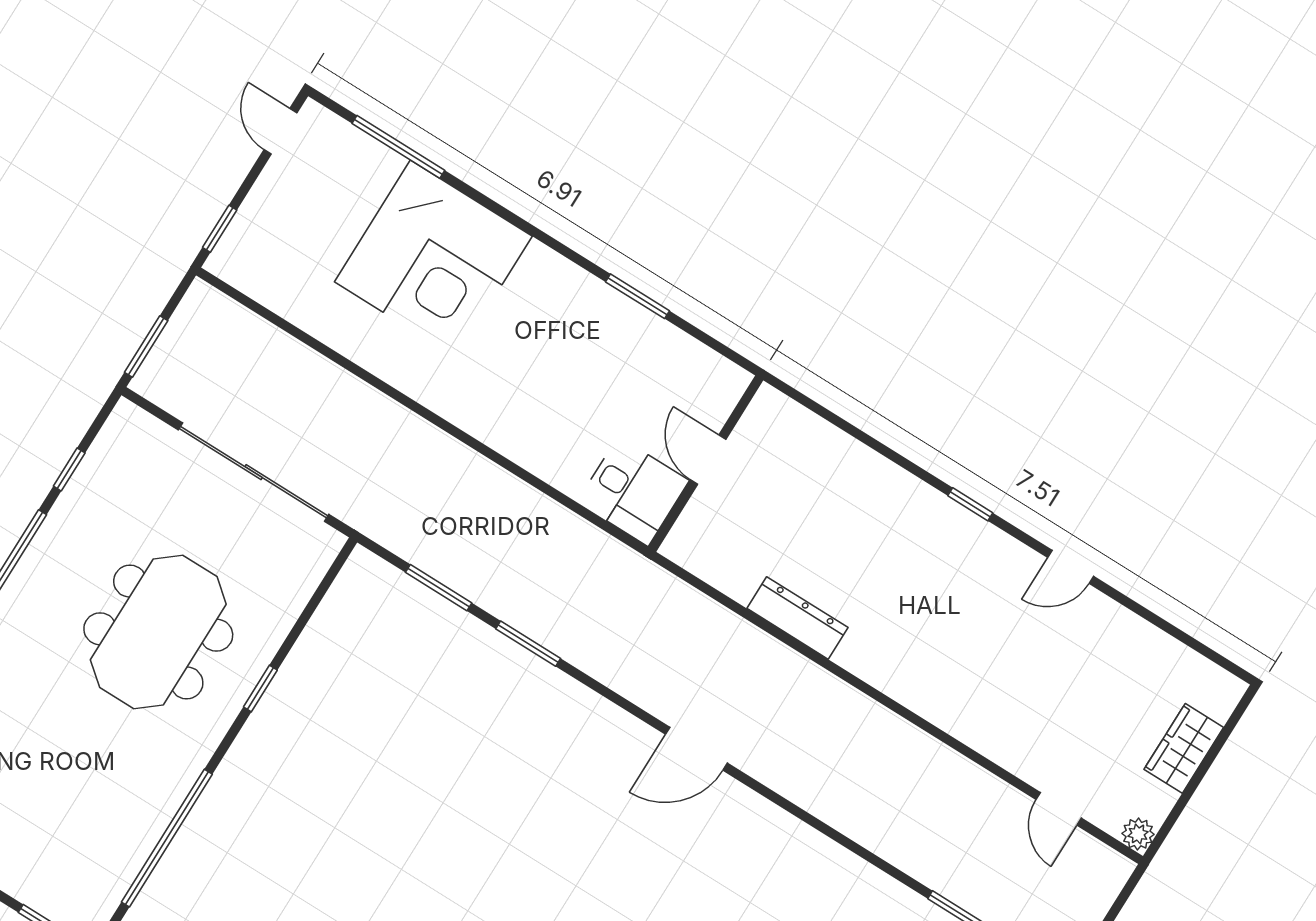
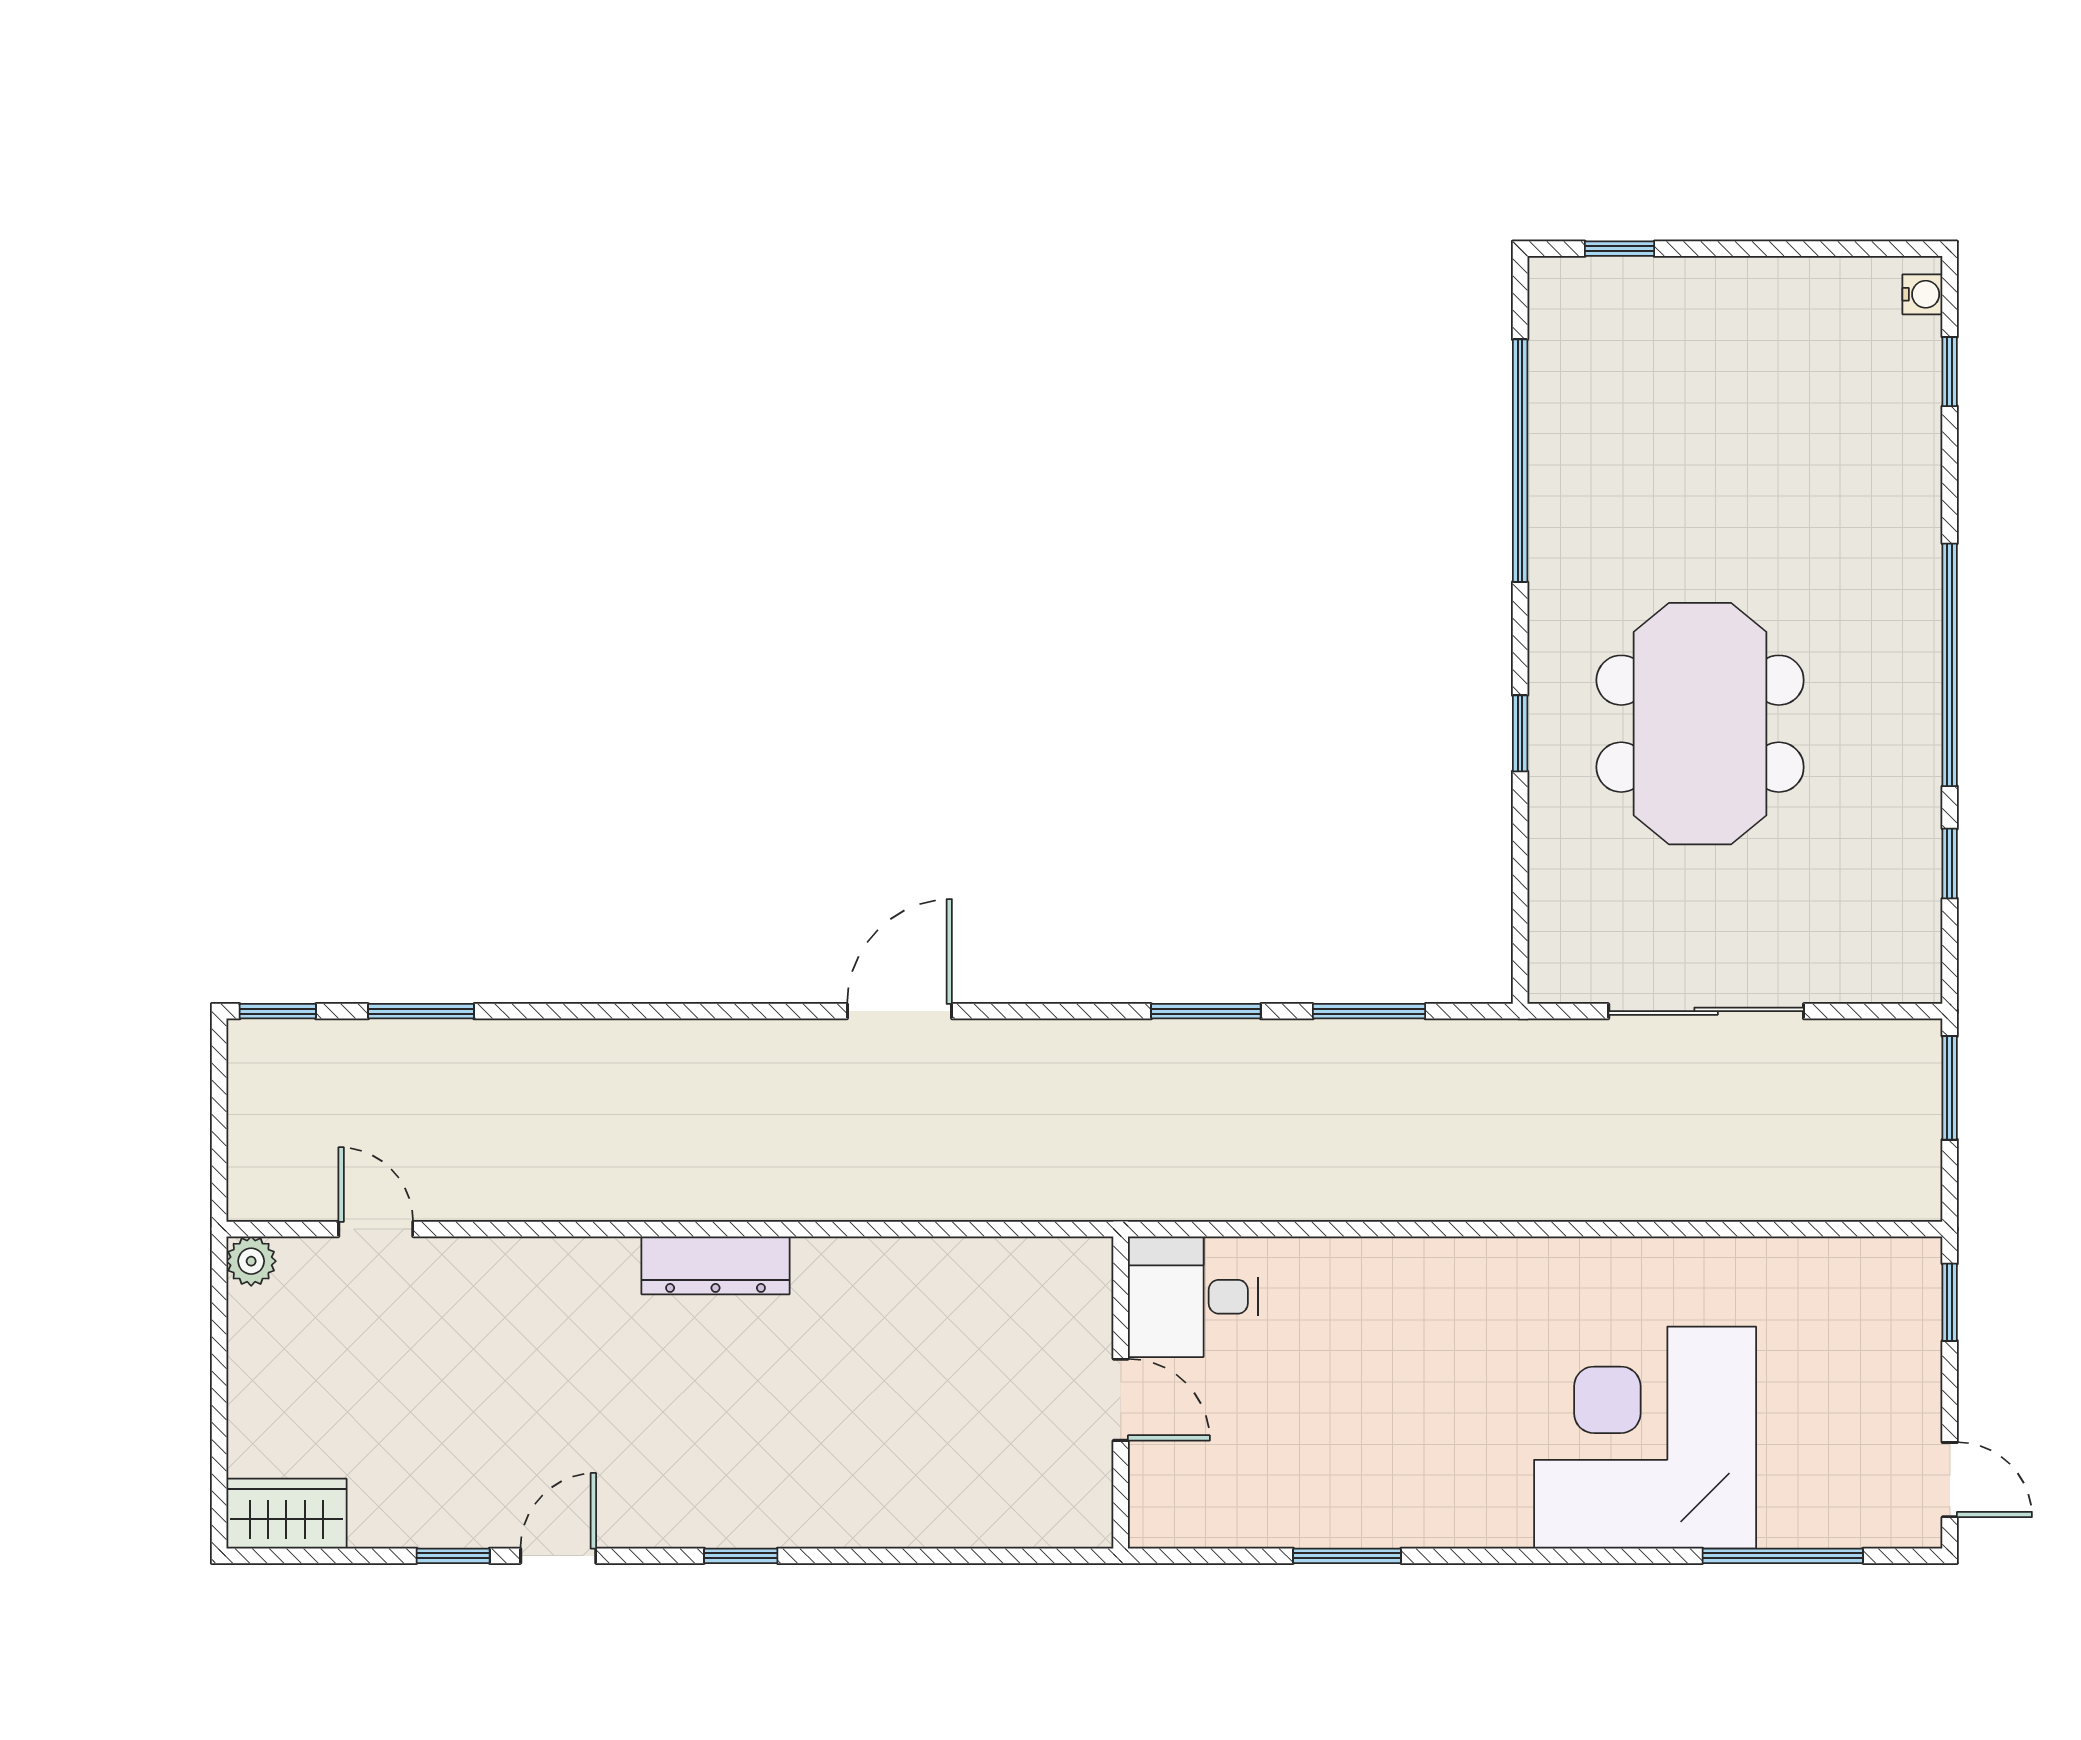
sliding door: (254, 472) -> (1706, 1011), width x0.73
window: (1128, 603) -> (453, 1556), added
dresser: (797, 618) -> (716, 1265), moved
wardrobe: (1184, 748) -> (286, 1514), moved, turned -90

